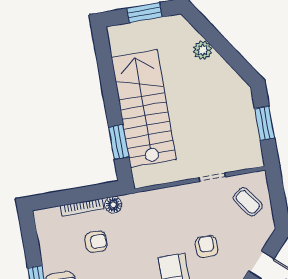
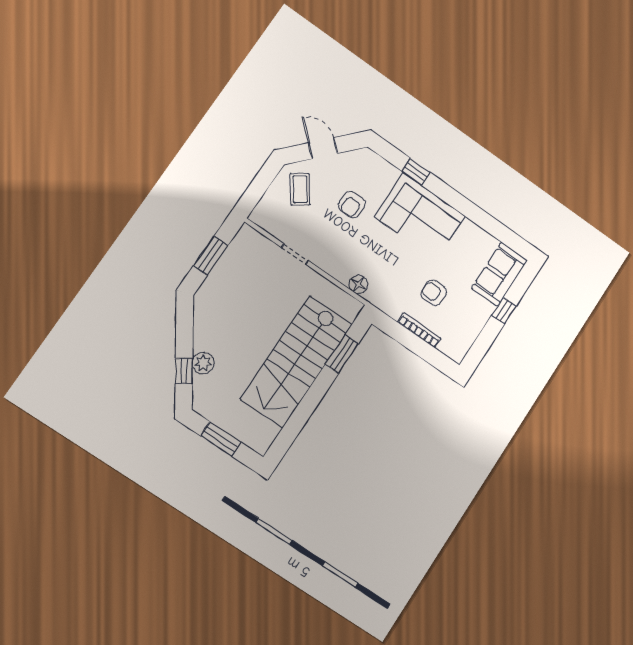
window: (210, 33) -> (184, 371), added
coffee table: (248, 202) -> (300, 189), moved
floor lamp: (113, 205) -> (358, 284), moved

